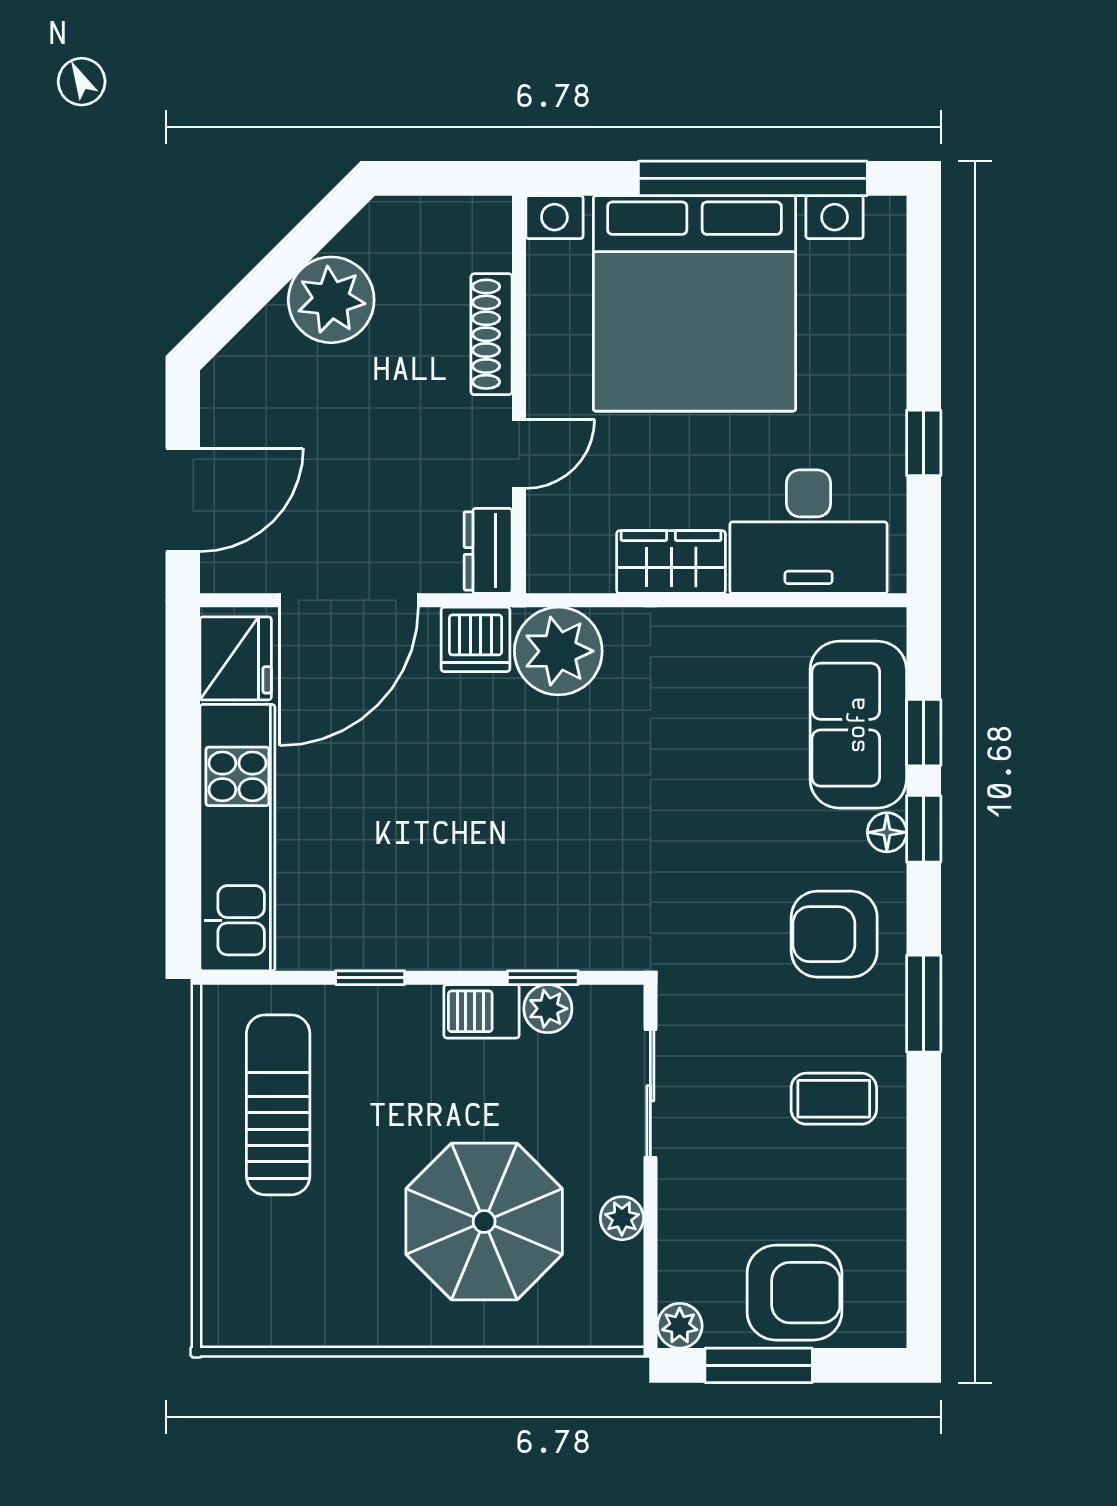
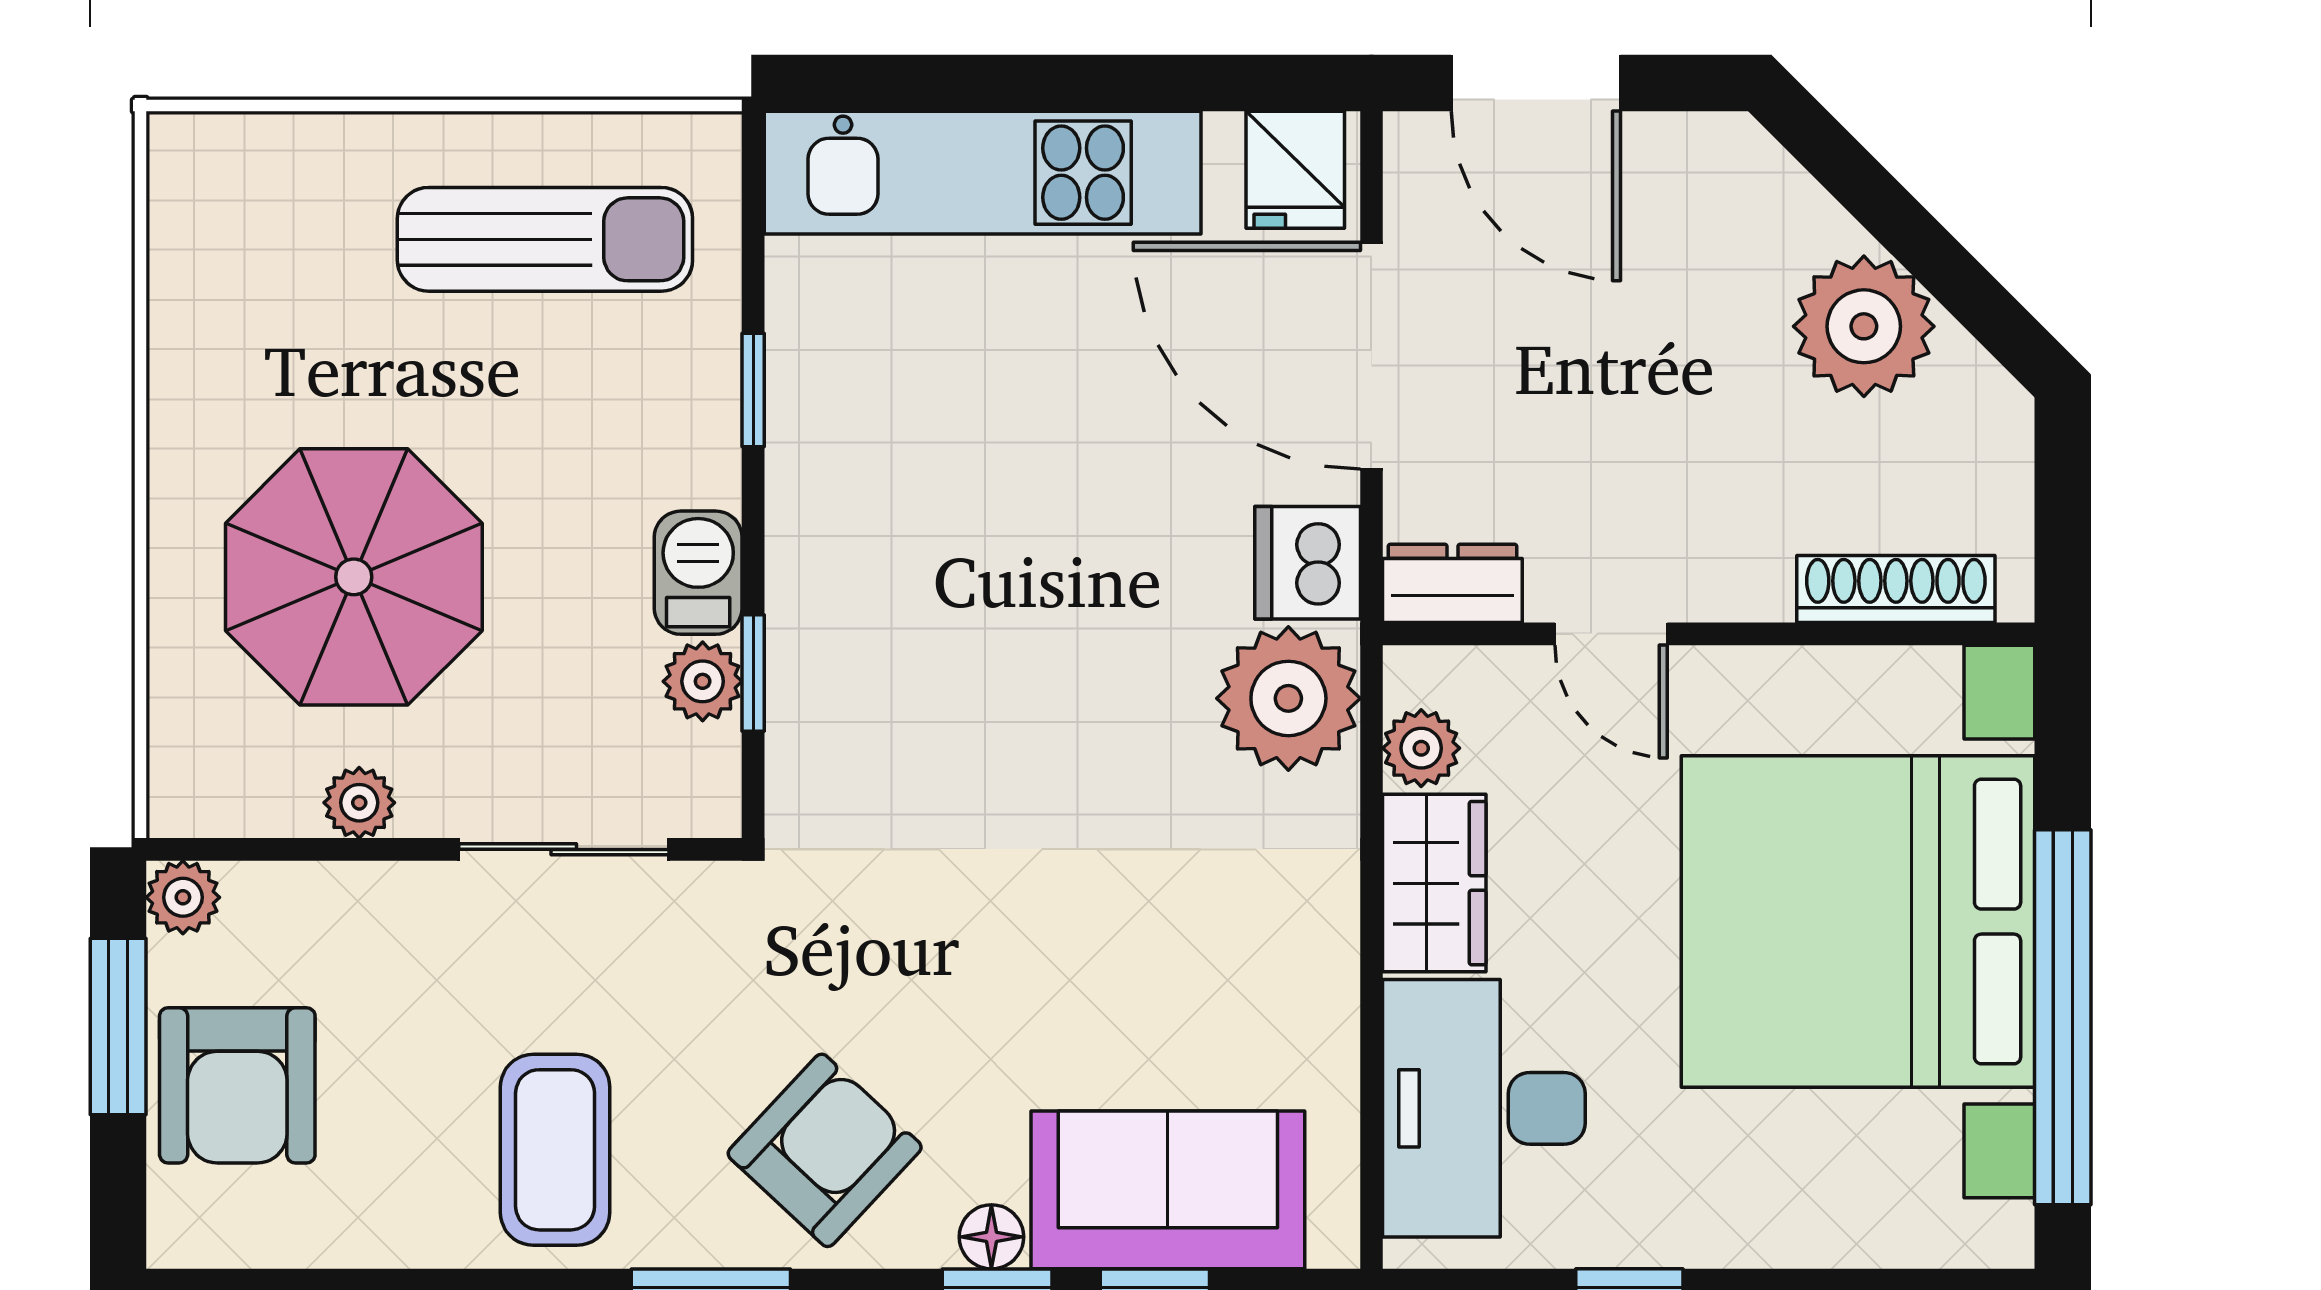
shoe rack: (491, 334) -> (1896, 589), moved
plant: (589, 570) -> (1421, 748), added
fridge: (236, 658) -> (1295, 170), width x0.72
armchair: (834, 934) -> (825, 1150), turned 43
coffee table: (834, 1099) -> (555, 1150), width x1.36, depth x1.30

